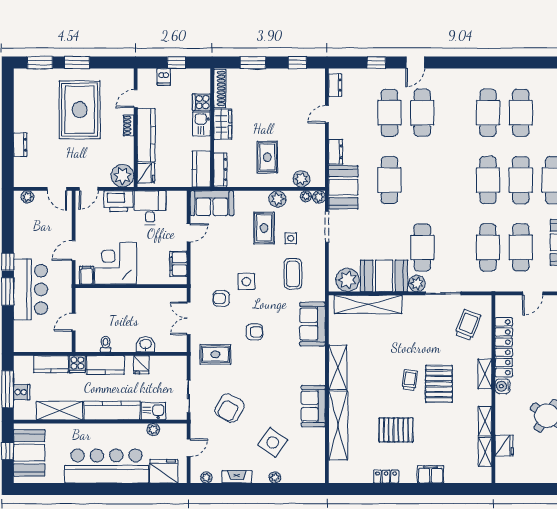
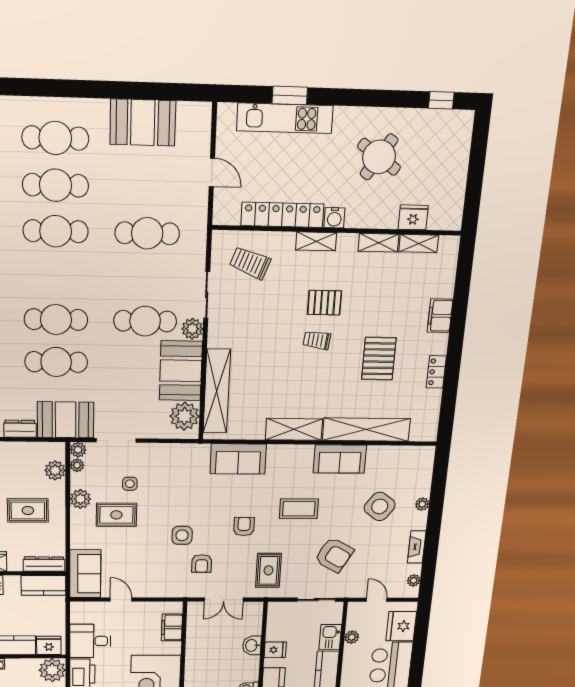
cafe table: (521, 247) -> (56, 320), moved
filing cabinet: (178, 264) -> (172, 627), moved, turned 90
coffee table: (293, 274) -> (299, 509), moved
pallet: (439, 384) -> (324, 303), width x0.67, depth x0.71

